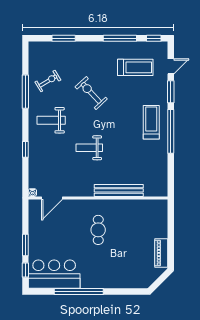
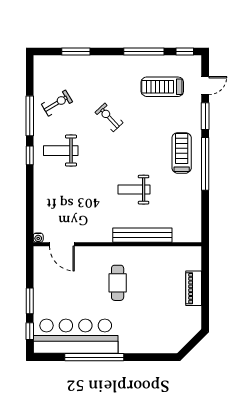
treadmill: (135, 67) -> (162, 87), turned 180
exercise bike: (91, 93) -> (109, 117), width x0.73, depth x0.72
weight bench: (89, 148) -> (134, 190), moved
window: (25, 149) -> (30, 155), moved
door: (52, 198) -> (62, 244), hinge flipped
piano: (161, 253) -> (194, 288), moved
bar counter: (54, 274) -> (76, 336), width x1.36

